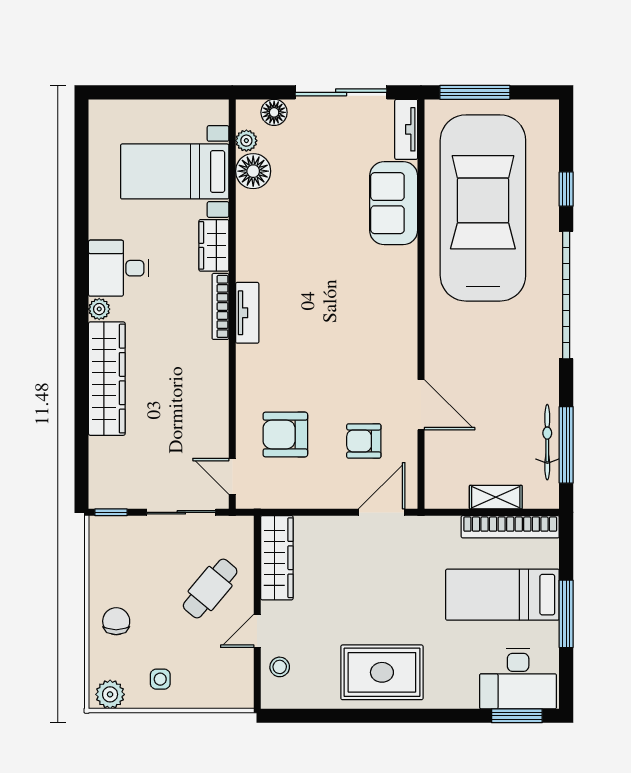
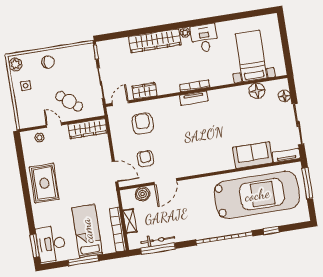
plant: (246, 141) -> (270, 86), removed
wardrobe: (214, 245) -> (144, 91), moved
boiler: (440, 460) -> (143, 194), added

